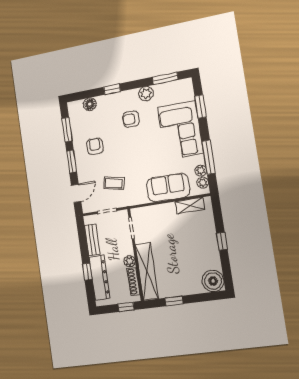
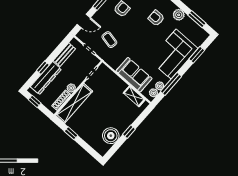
boiler: (213, 281) -> (111, 136), moved
window: (126, 307) -> (35, 101), moved

